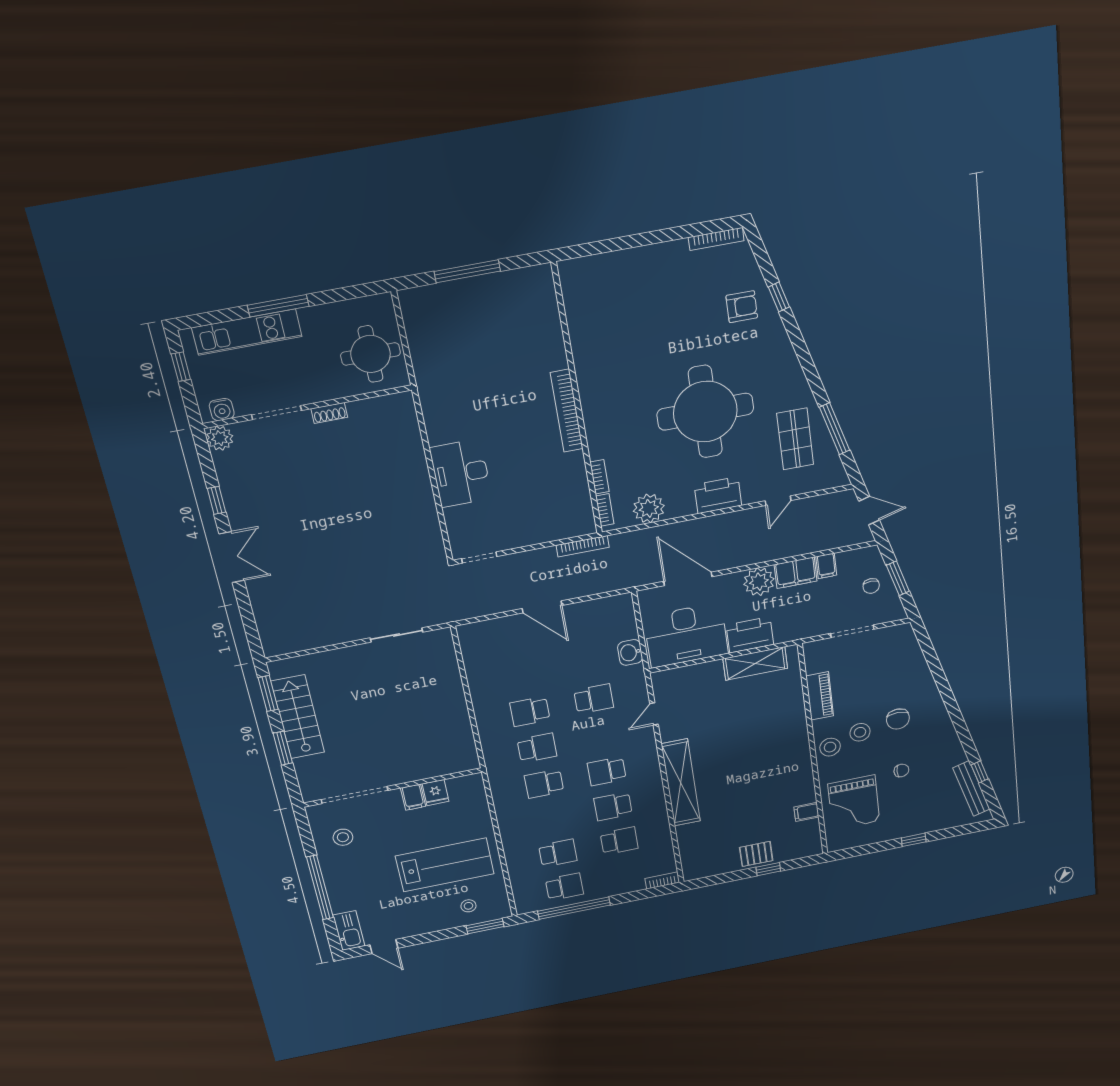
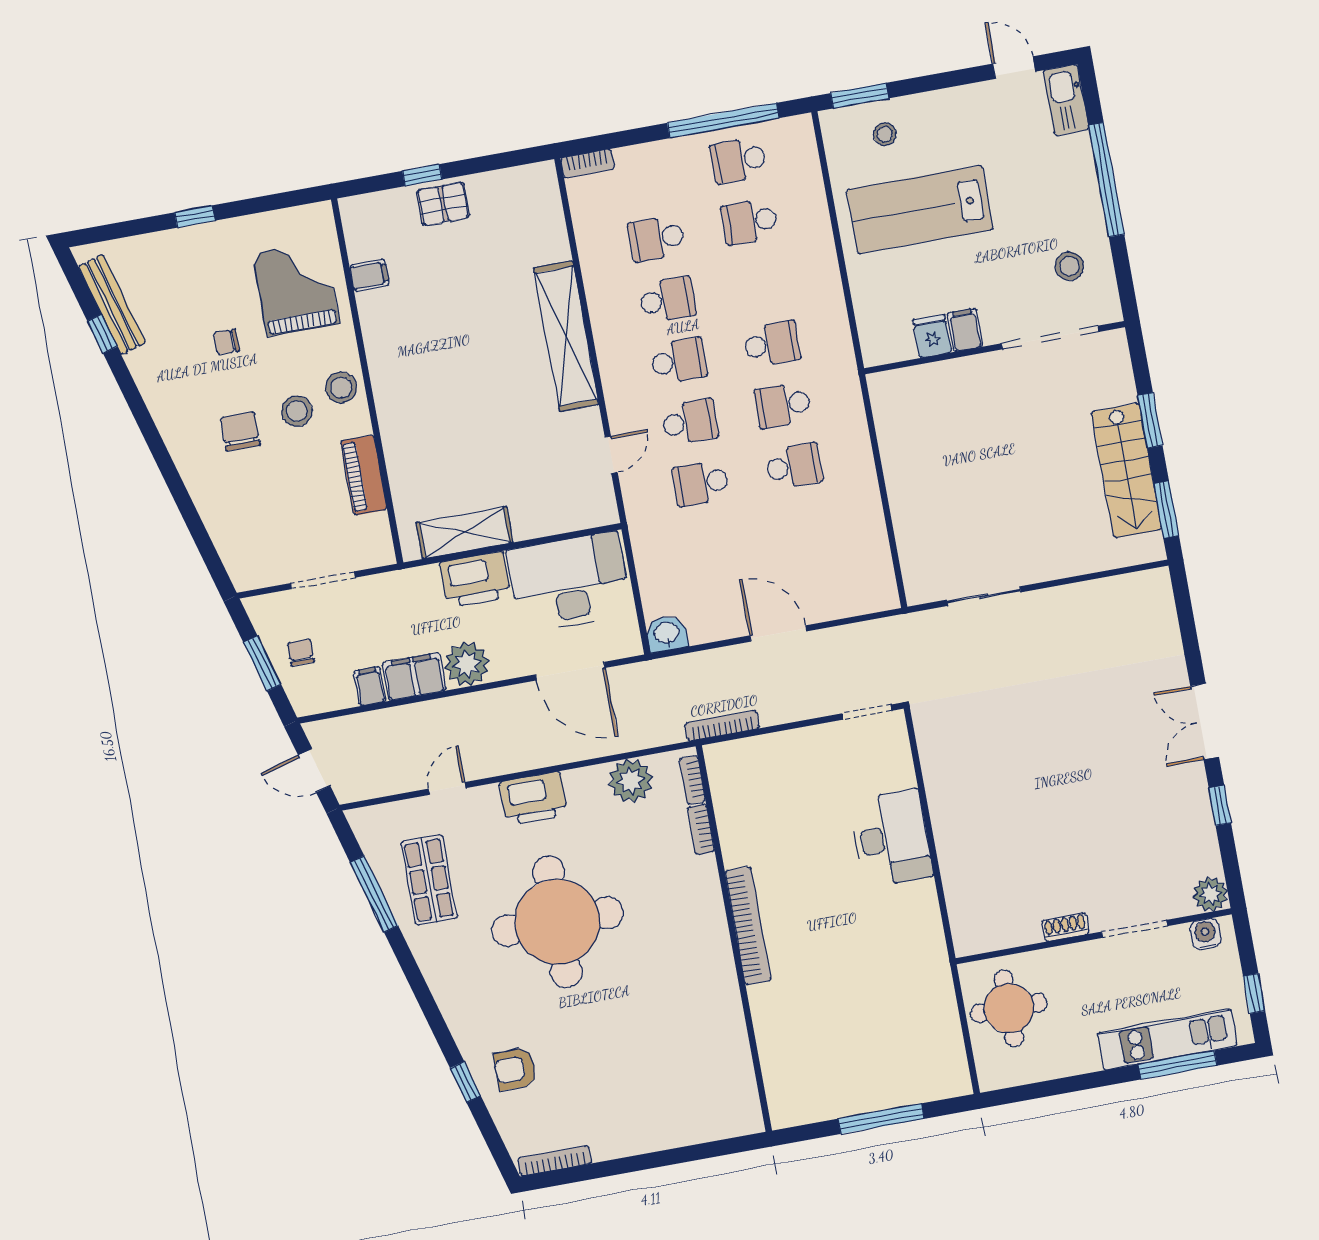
window: (278, 306) -> (1178, 1065), moved
washbasin: (630, 652) -> (667, 634), moved, turned -90
school desk: (600, 735) -> (690, 422), added

